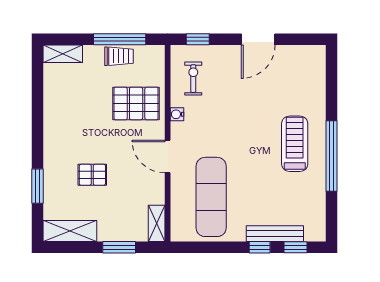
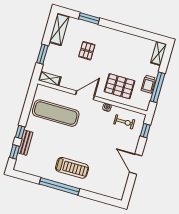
pallet: (136, 103) -> (119, 86), turned 90
bench: (275, 234) -> (25, 143), width x0.73

